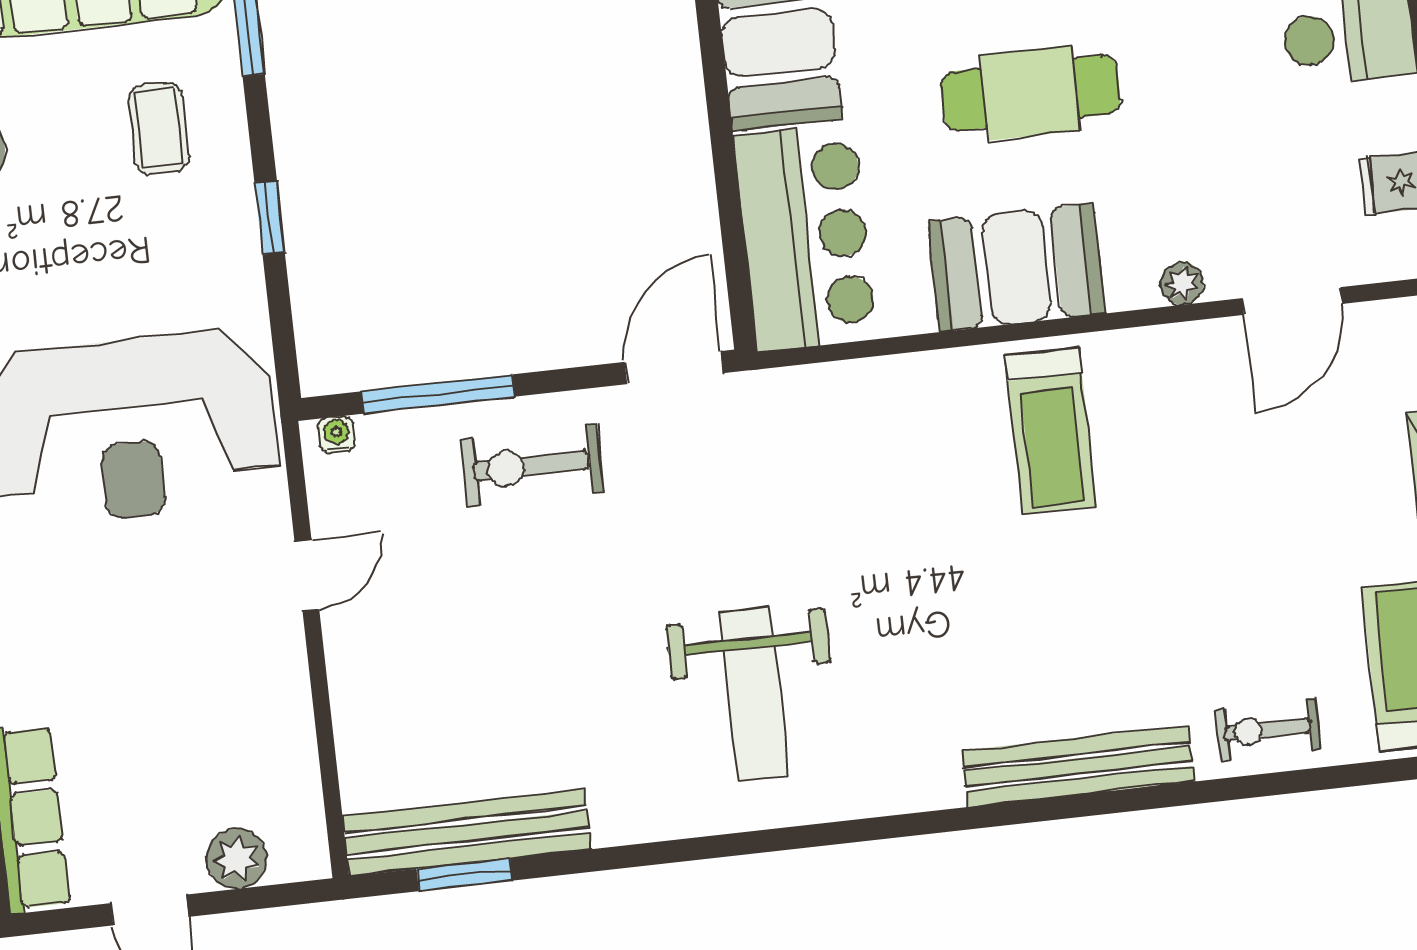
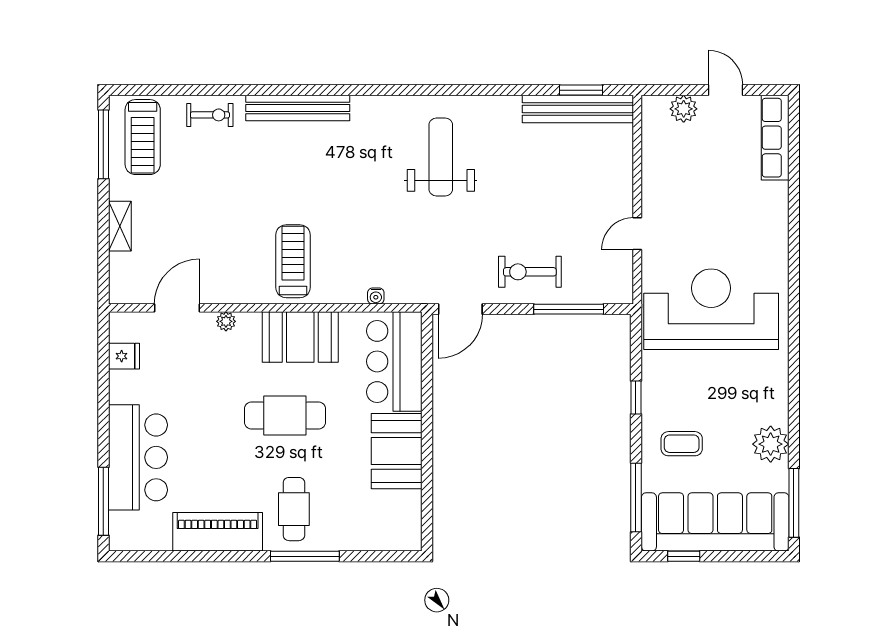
coffee table: (159, 128) -> (682, 444), turned 90
water cooler: (337, 434) -> (376, 296), moved
exercise bike: (532, 466) -> (530, 272), turned 180

